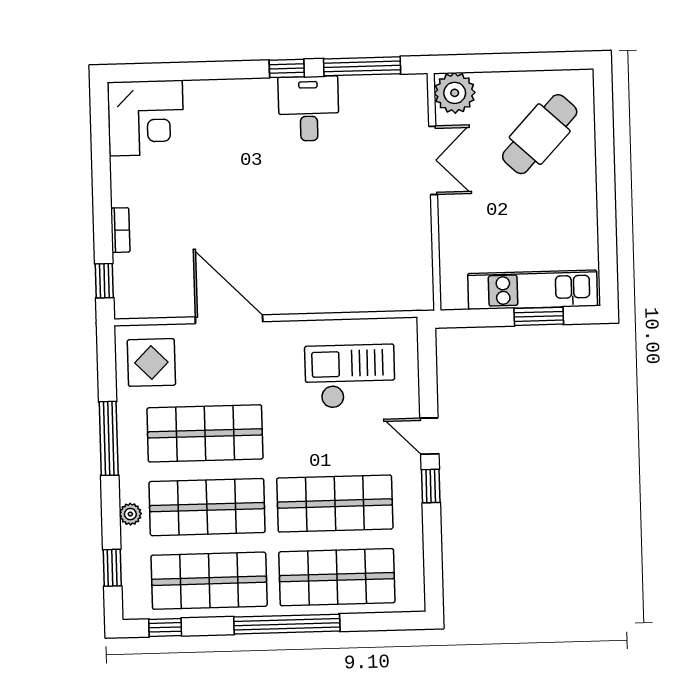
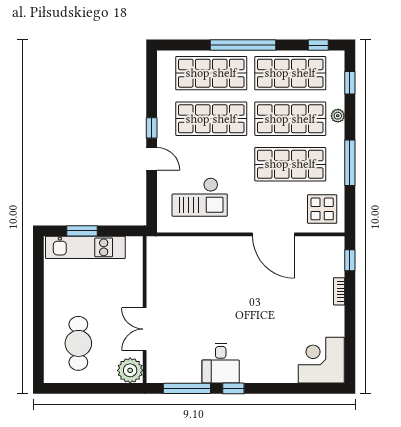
cafe table: (540, 134) -> (78, 343), turned -43

